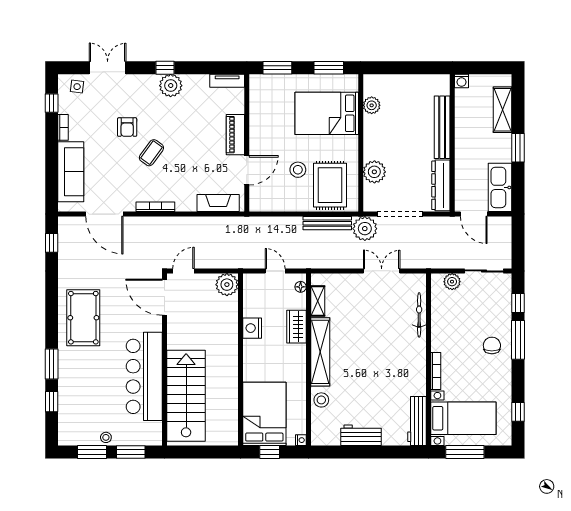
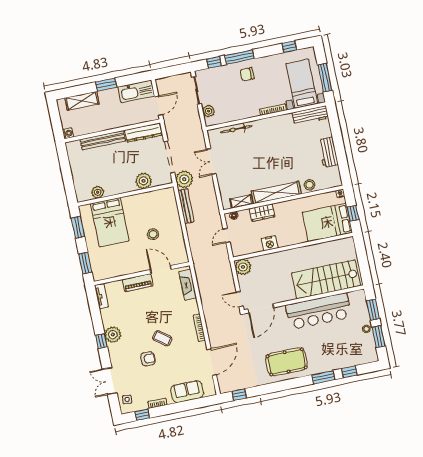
sofa: (71, 172) -> (187, 392), width x0.73
rug: (330, 185) -> (159, 210), removed

